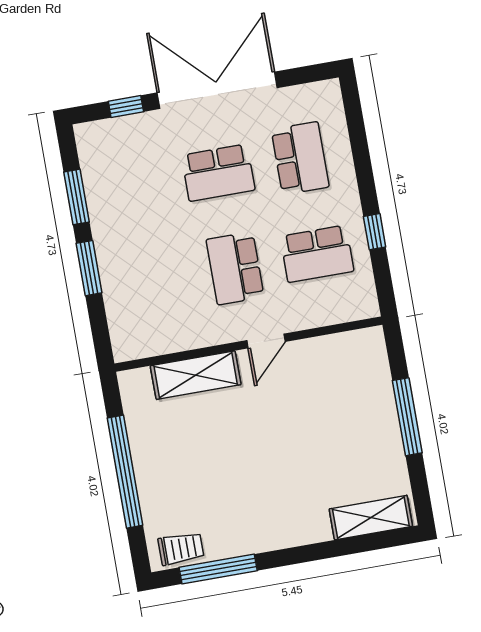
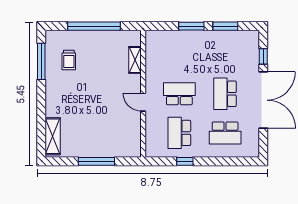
shelving: (196, 375) -> (135, 60), width x0.67, depth x0.75
trolley: (181, 549) -> (69, 60), moved

